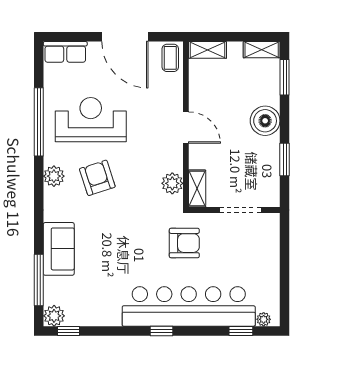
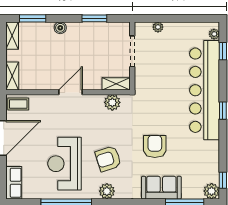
boiler: (265, 121) -> (60, 28), width x0.54, depth x0.54
armchair: (184, 243) -> (155, 146), moved
plant: (273, 244) -> (158, 27), added

